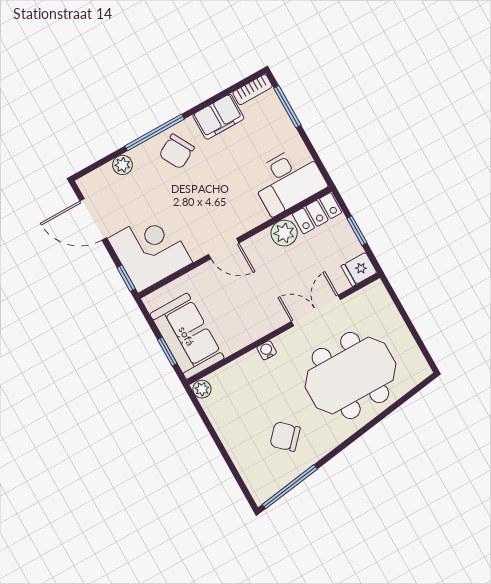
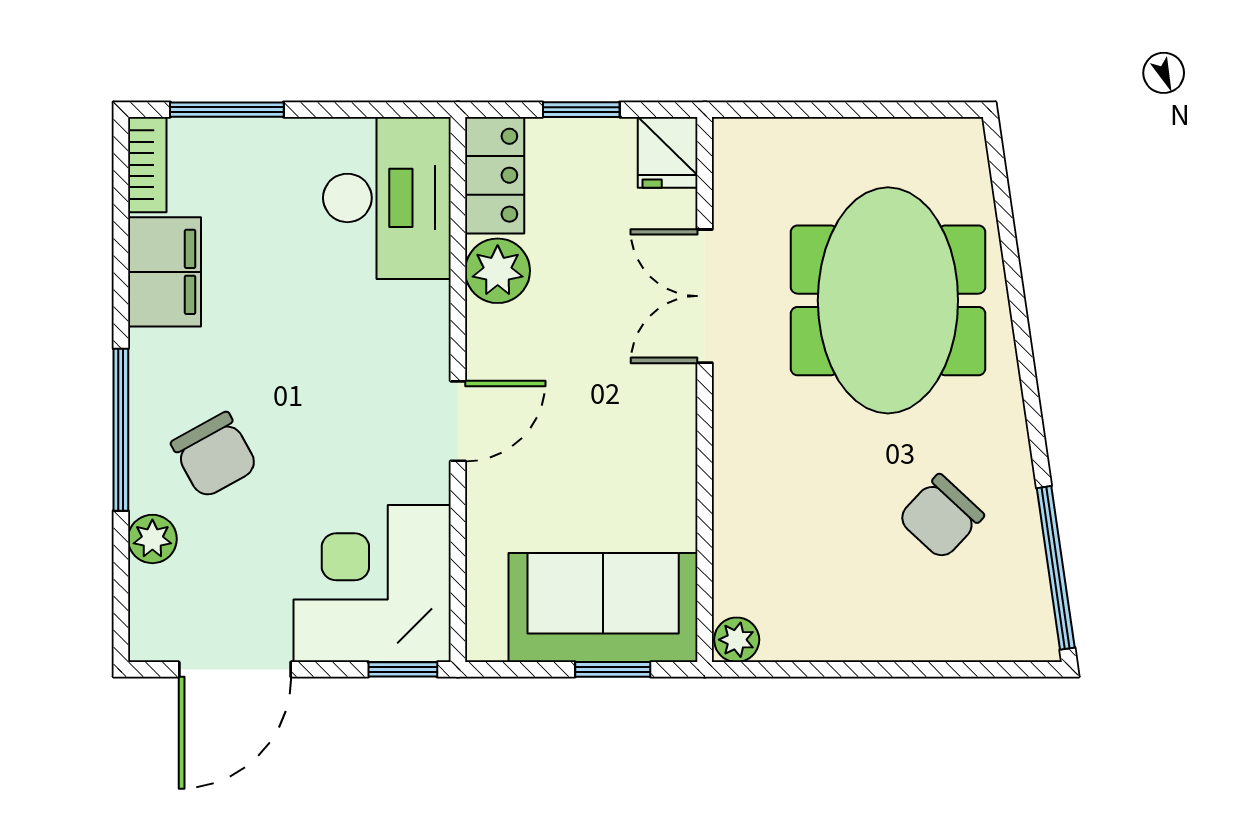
chair: (177, 151) -> (215, 455), moved
water cooler: (267, 350) -> (731, 452), removed

